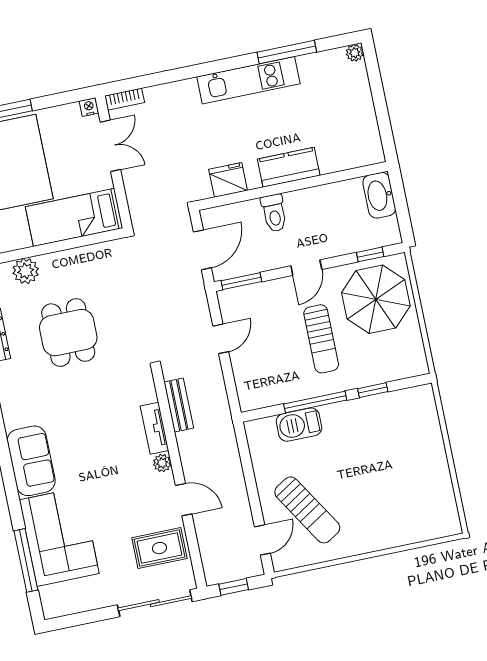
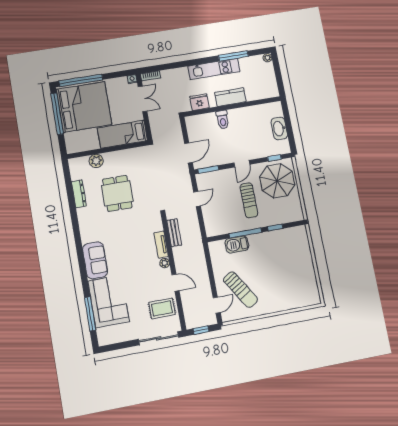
kitchen counter: (289, 167) -> (230, 97), moved
fridge: (228, 180) -> (199, 102), moved
wall: (292, 186) -> (232, 106), moved
toilet: (274, 213) -> (223, 120), moved

